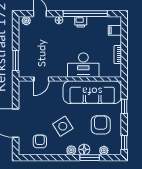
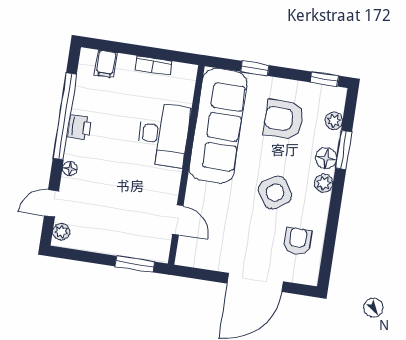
armchair: (40, 141) -> (298, 241), turned 90

